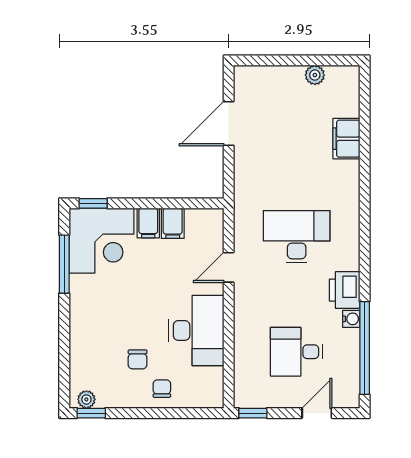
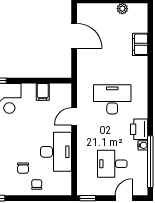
door: (229, 124) -> (74, 36), swing flipped
filing cabinet: (148, 223) -> (29, 92), removed

